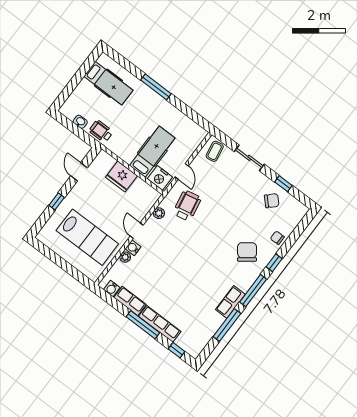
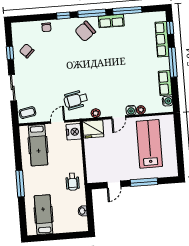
wheelchair: (101, 131) -> (72, 182), moved
hospital bed: (152, 152) -> (38, 145), moved, turned -90
fridge: (121, 176) -> (93, 129), moved, turned 90
window: (57, 201) -> (144, 182), width x2.17
chair: (247, 252) -> (85, 31), moved
row of seats: (160, 324) -> (162, 39), moved

